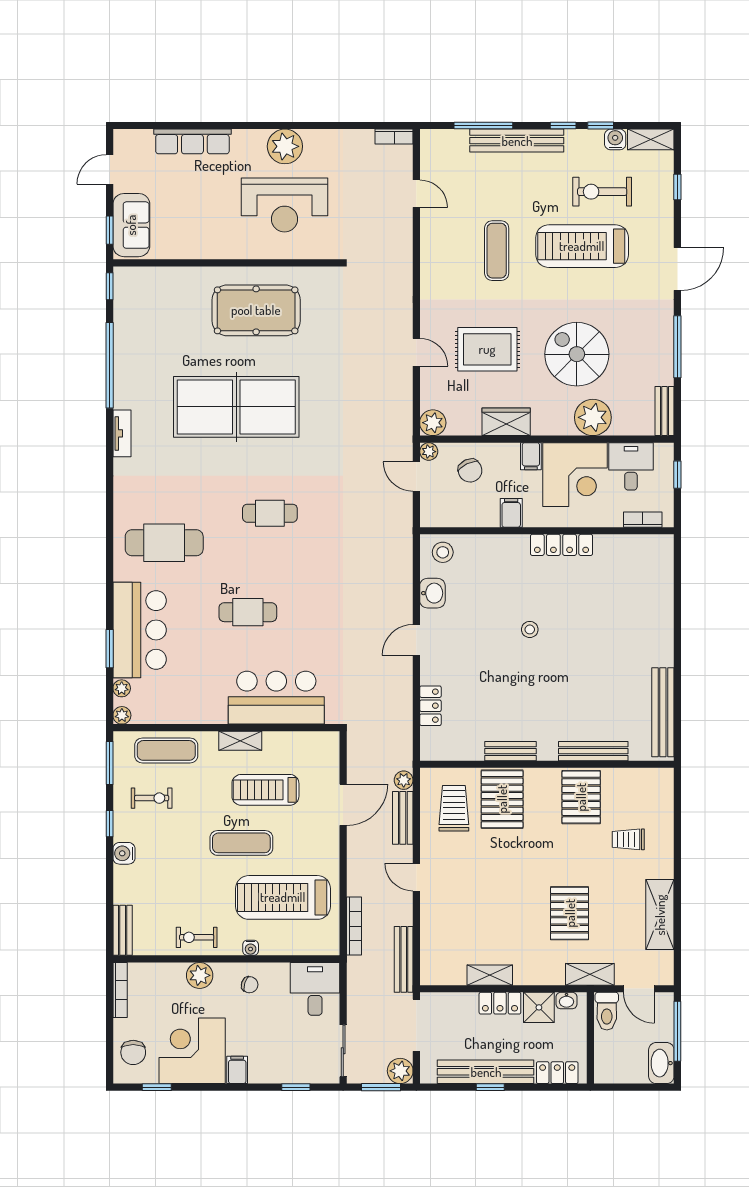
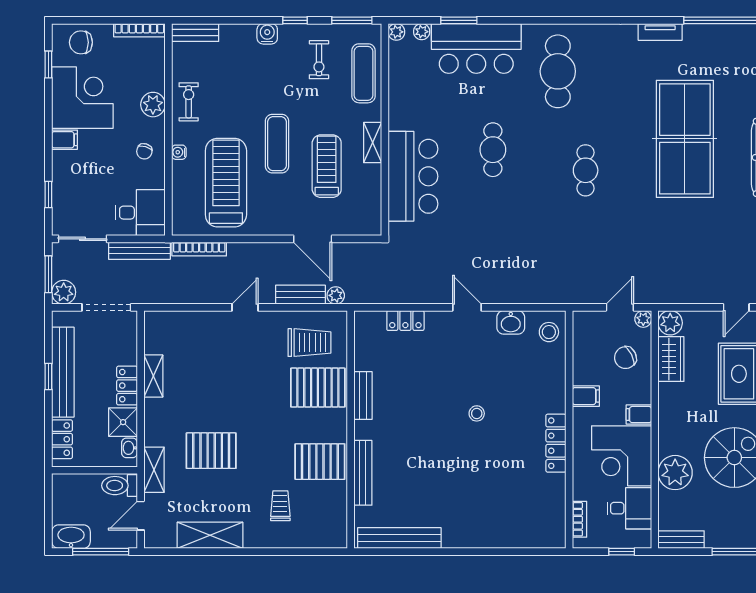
wardrobe: (506, 422) -> (671, 359), moved
bench: (404, 959) -> (139, 251), moved

